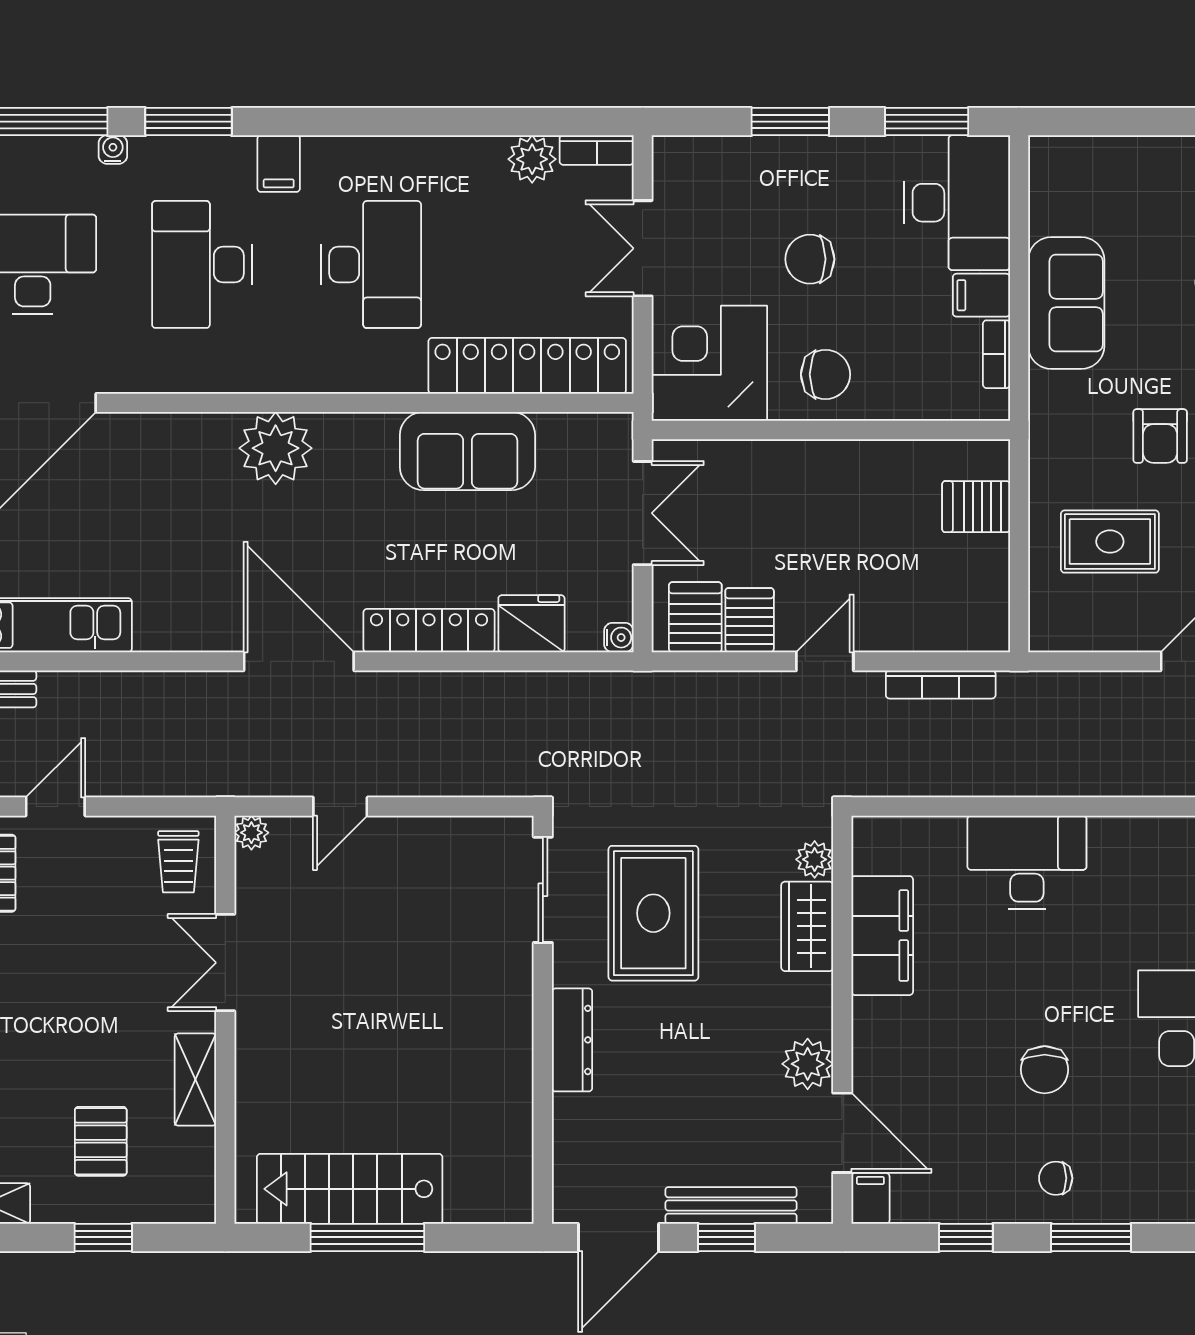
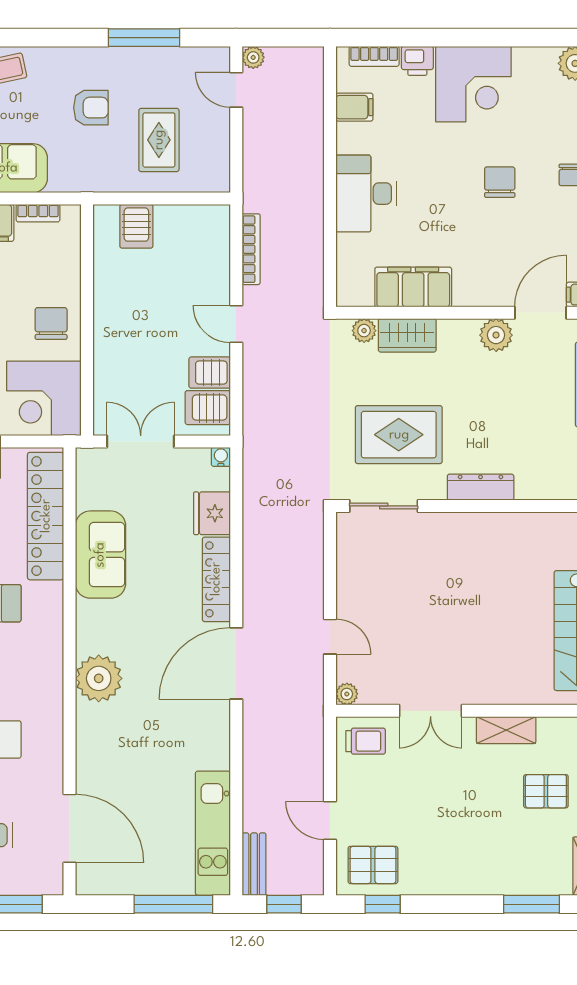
filing cabinet: (1161, 844) -> (354, 107), added
chair: (1045, 1070) -> (500, 182), turned -90

